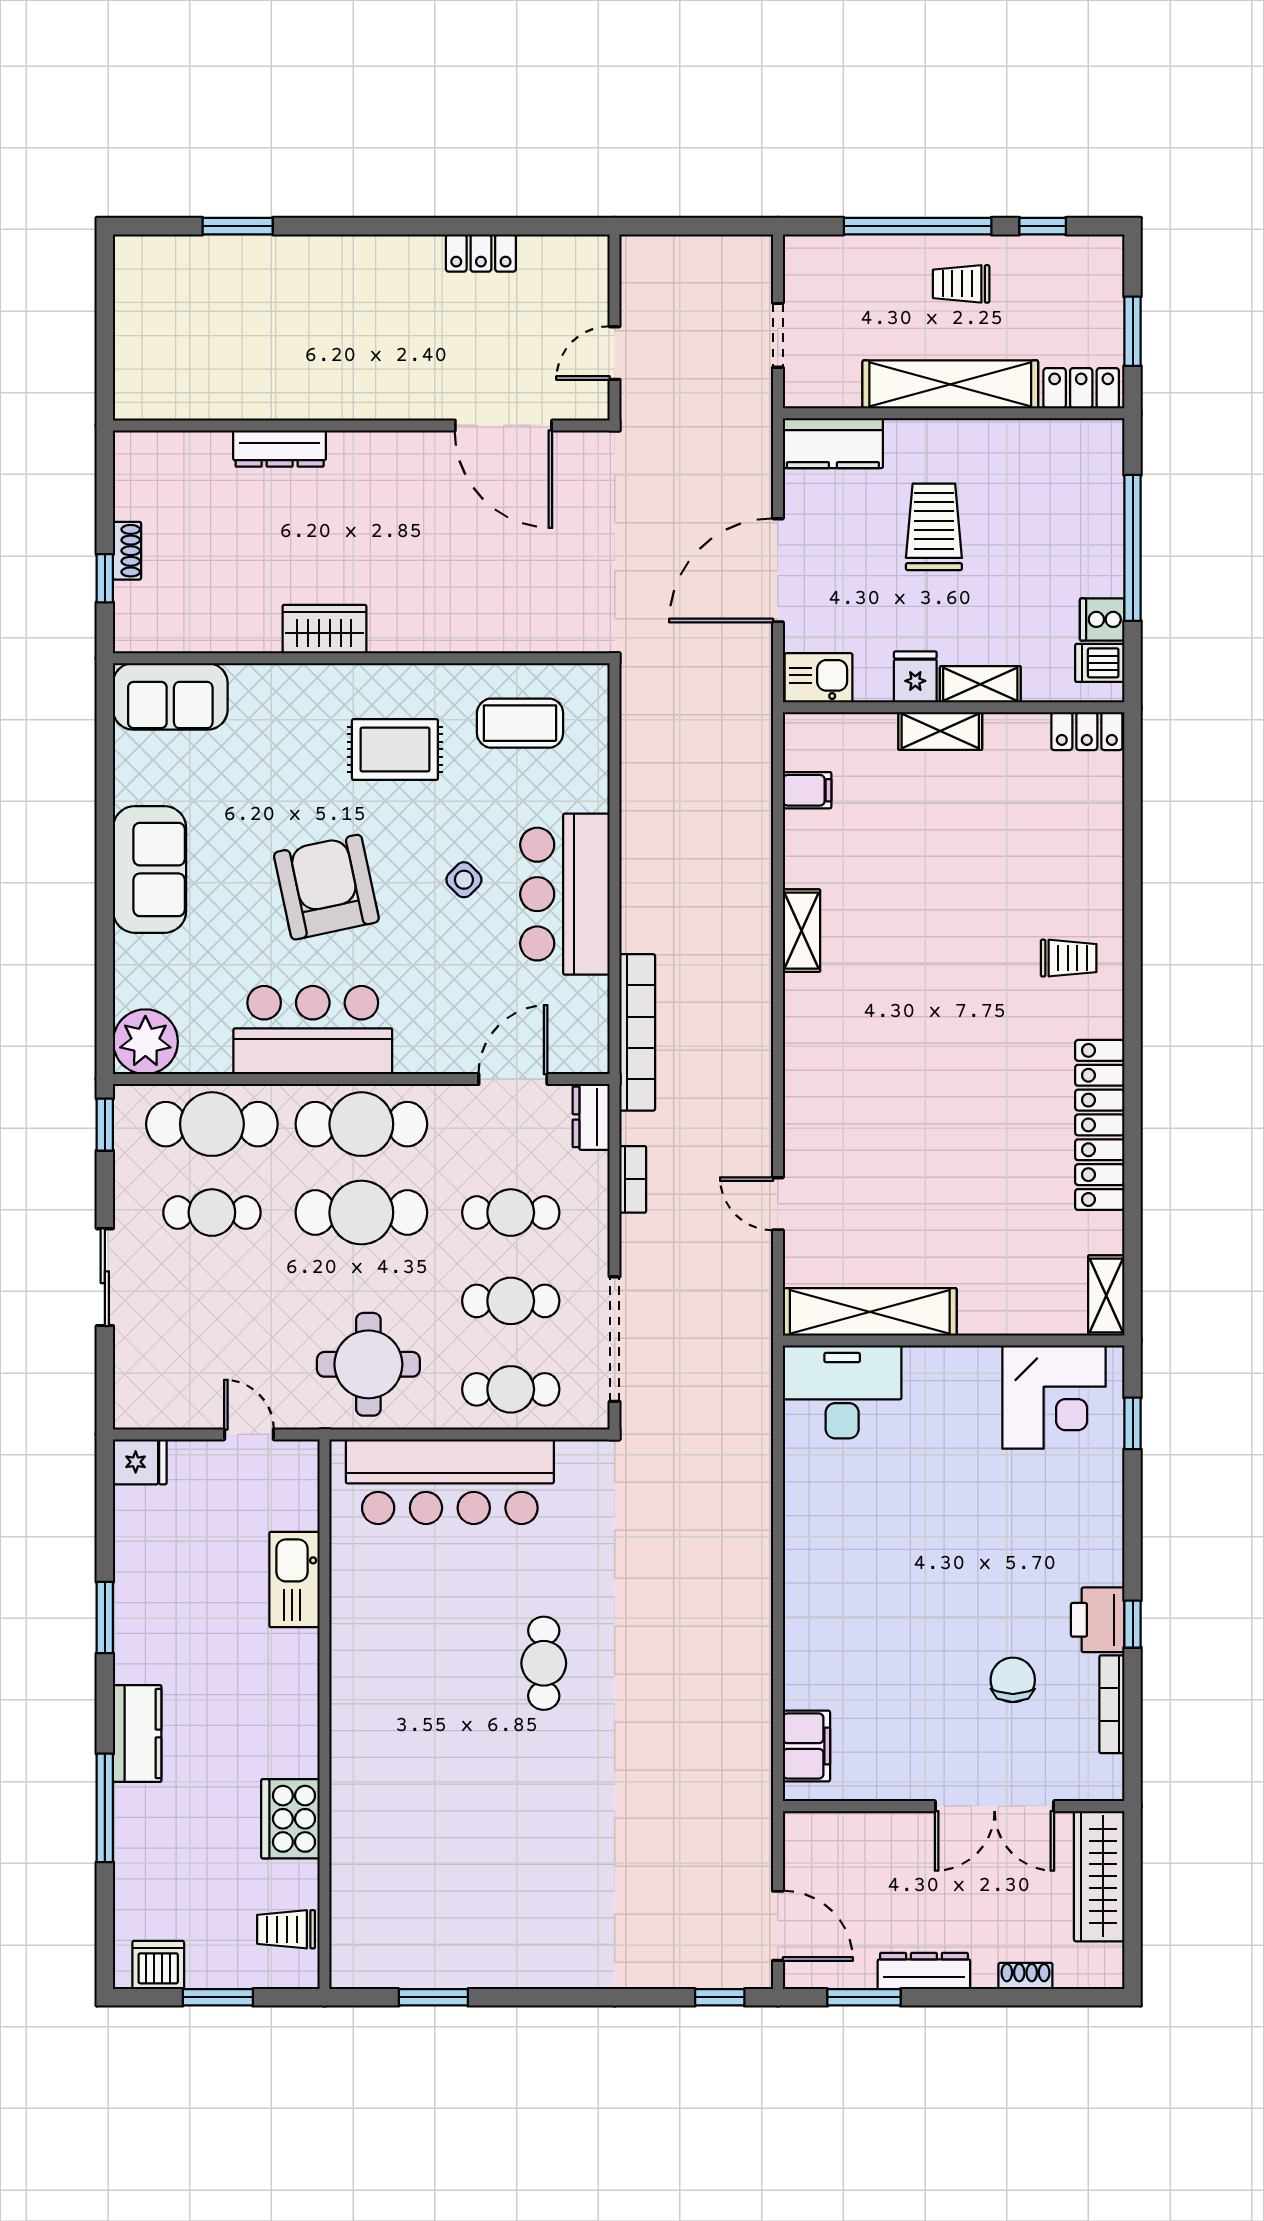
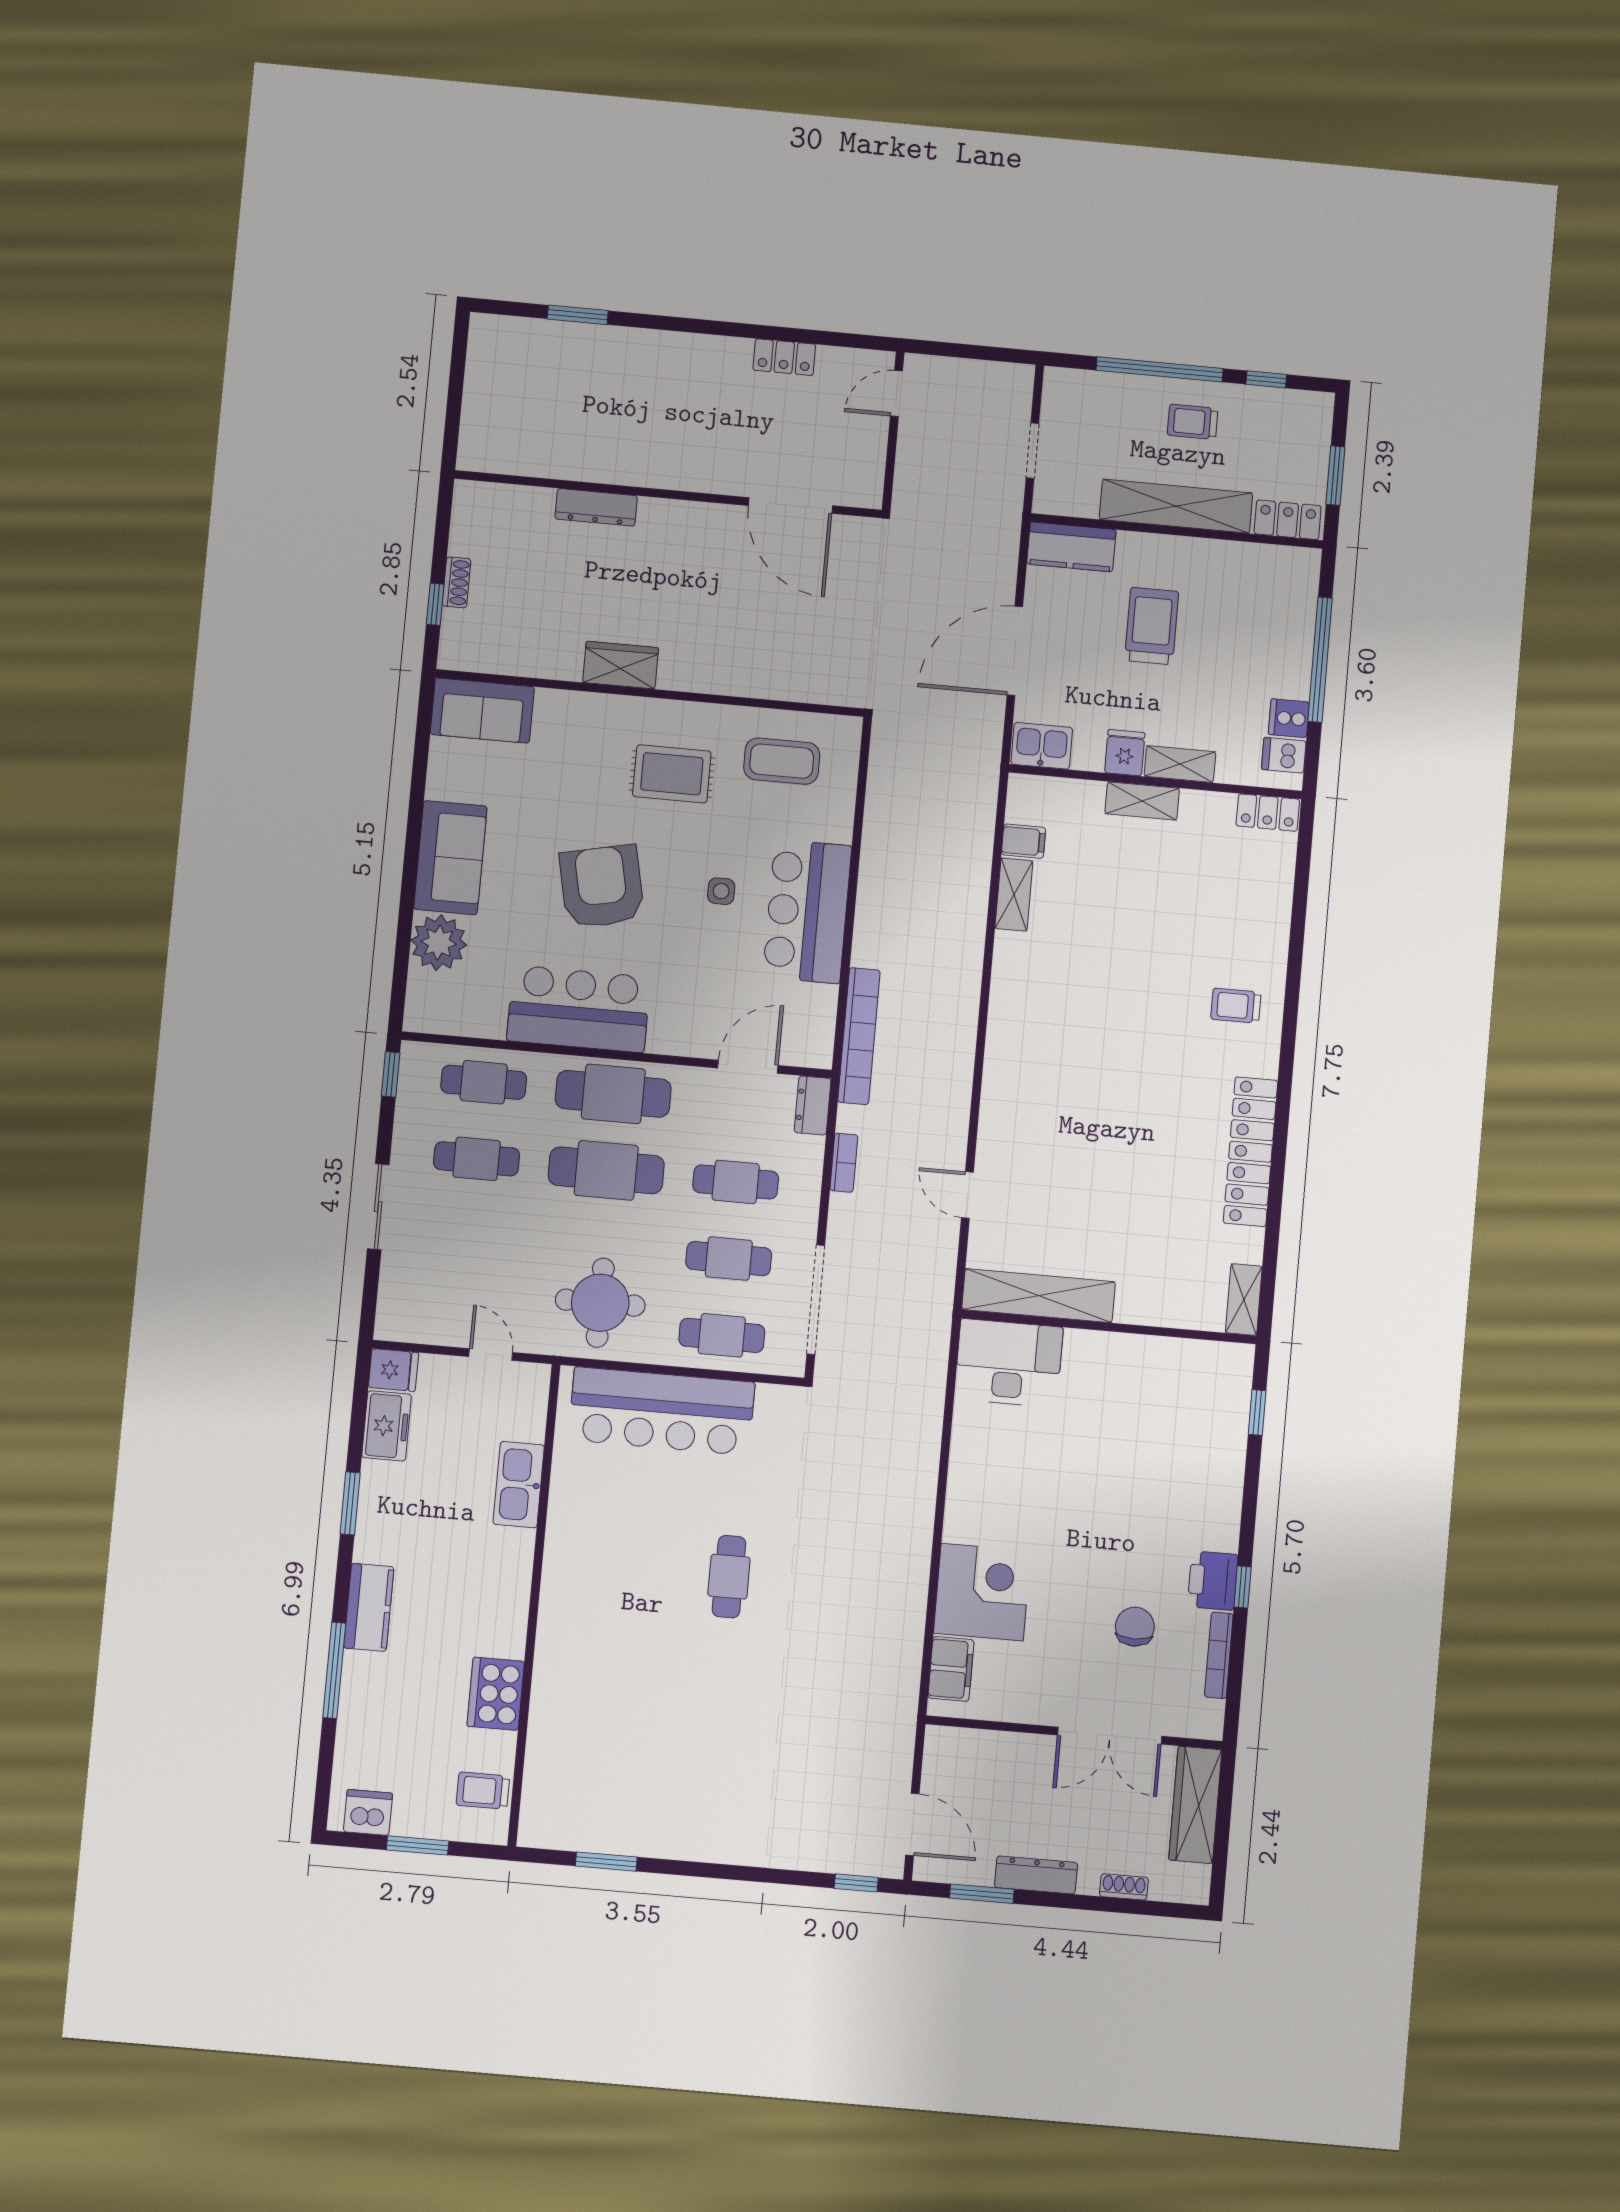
door: (615, 353) -> (896, 393), moved
side table: (464, 880) -> (721, 891), turned 45
shelving: (801, 931) -> (1014, 895), moved
trolley: (1069, 958) -> (1236, 1006), turned 180
plant: (145, 1042) -> (439, 943), moved
cafe table: (212, 1124) -> (484, 1082), width x0.73, depth x0.74
corner desk: (1054, 1397) -> (982, 1592), moved, turned -90
freezer: (138, 1526) -> (387, 1426), added

